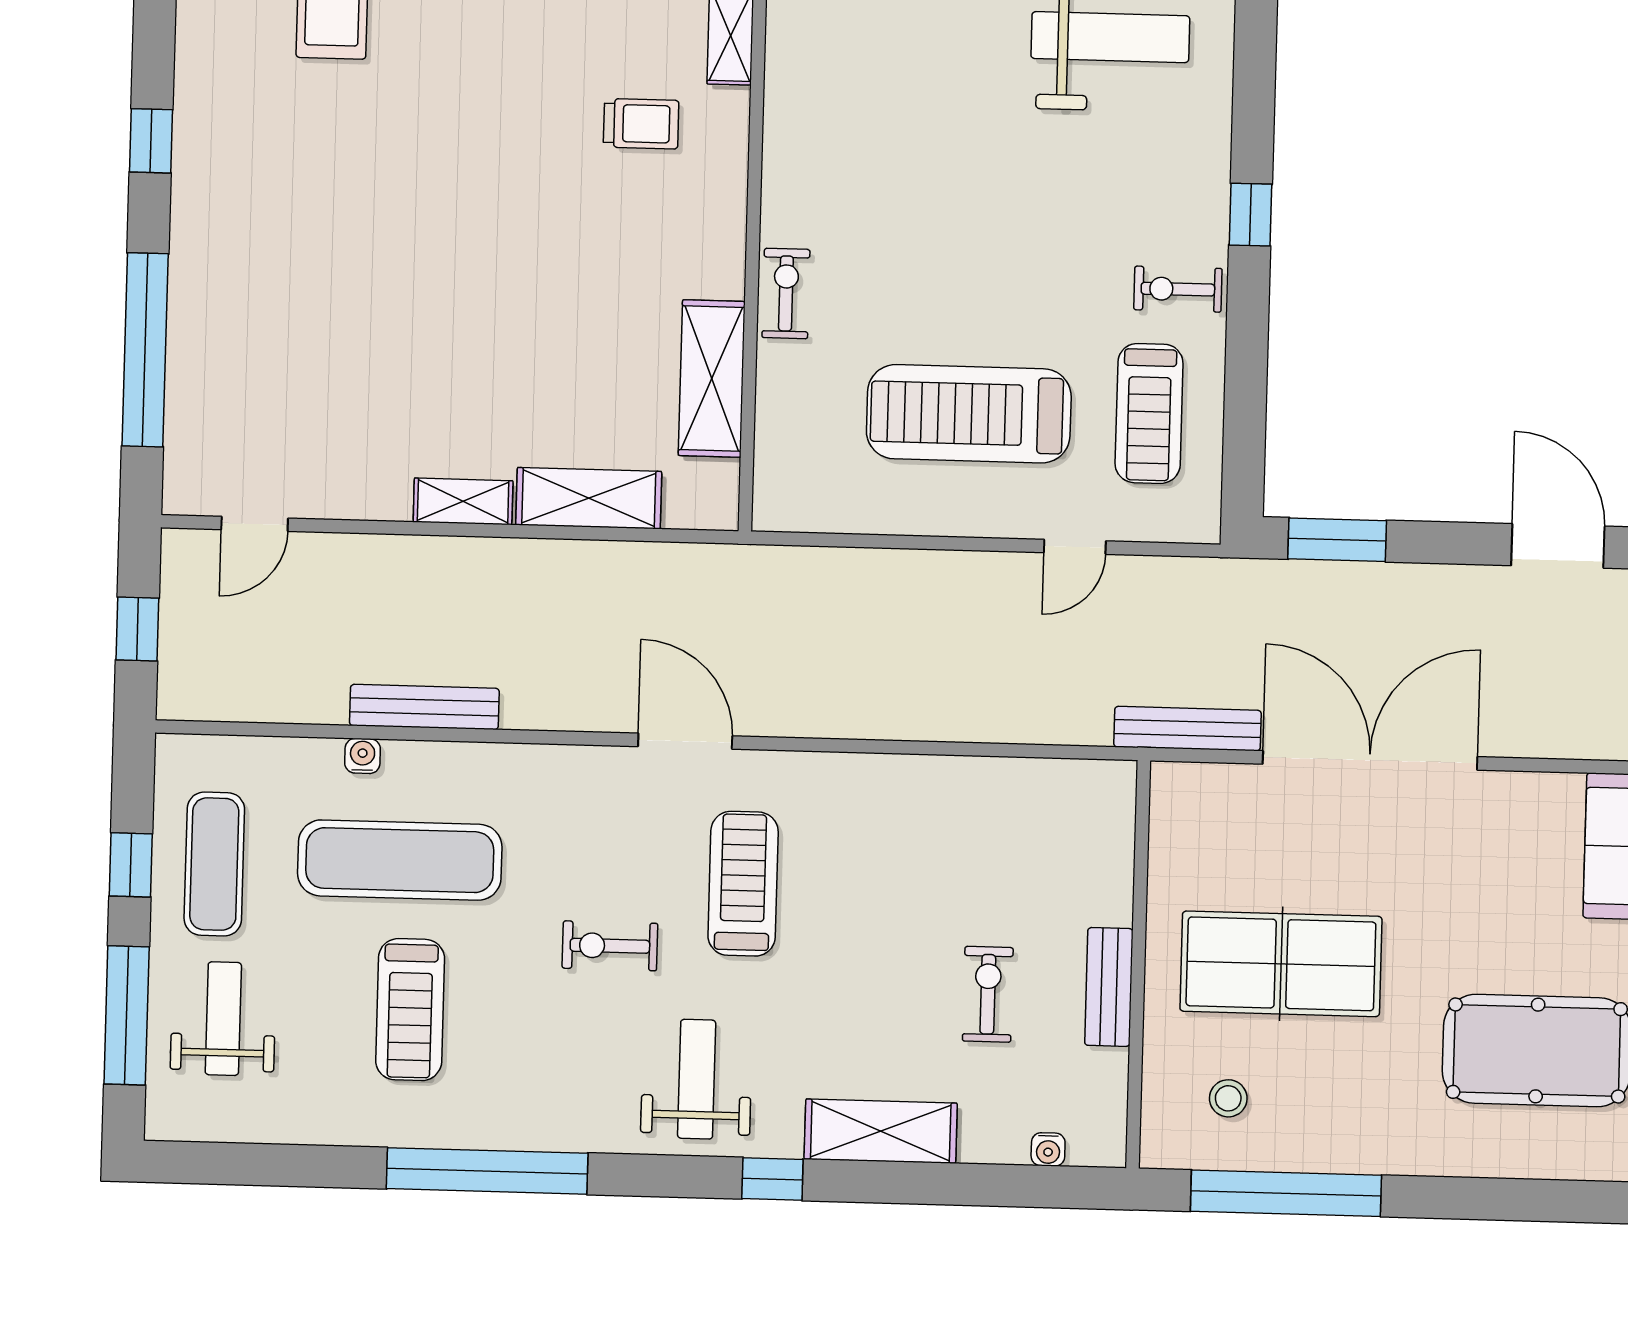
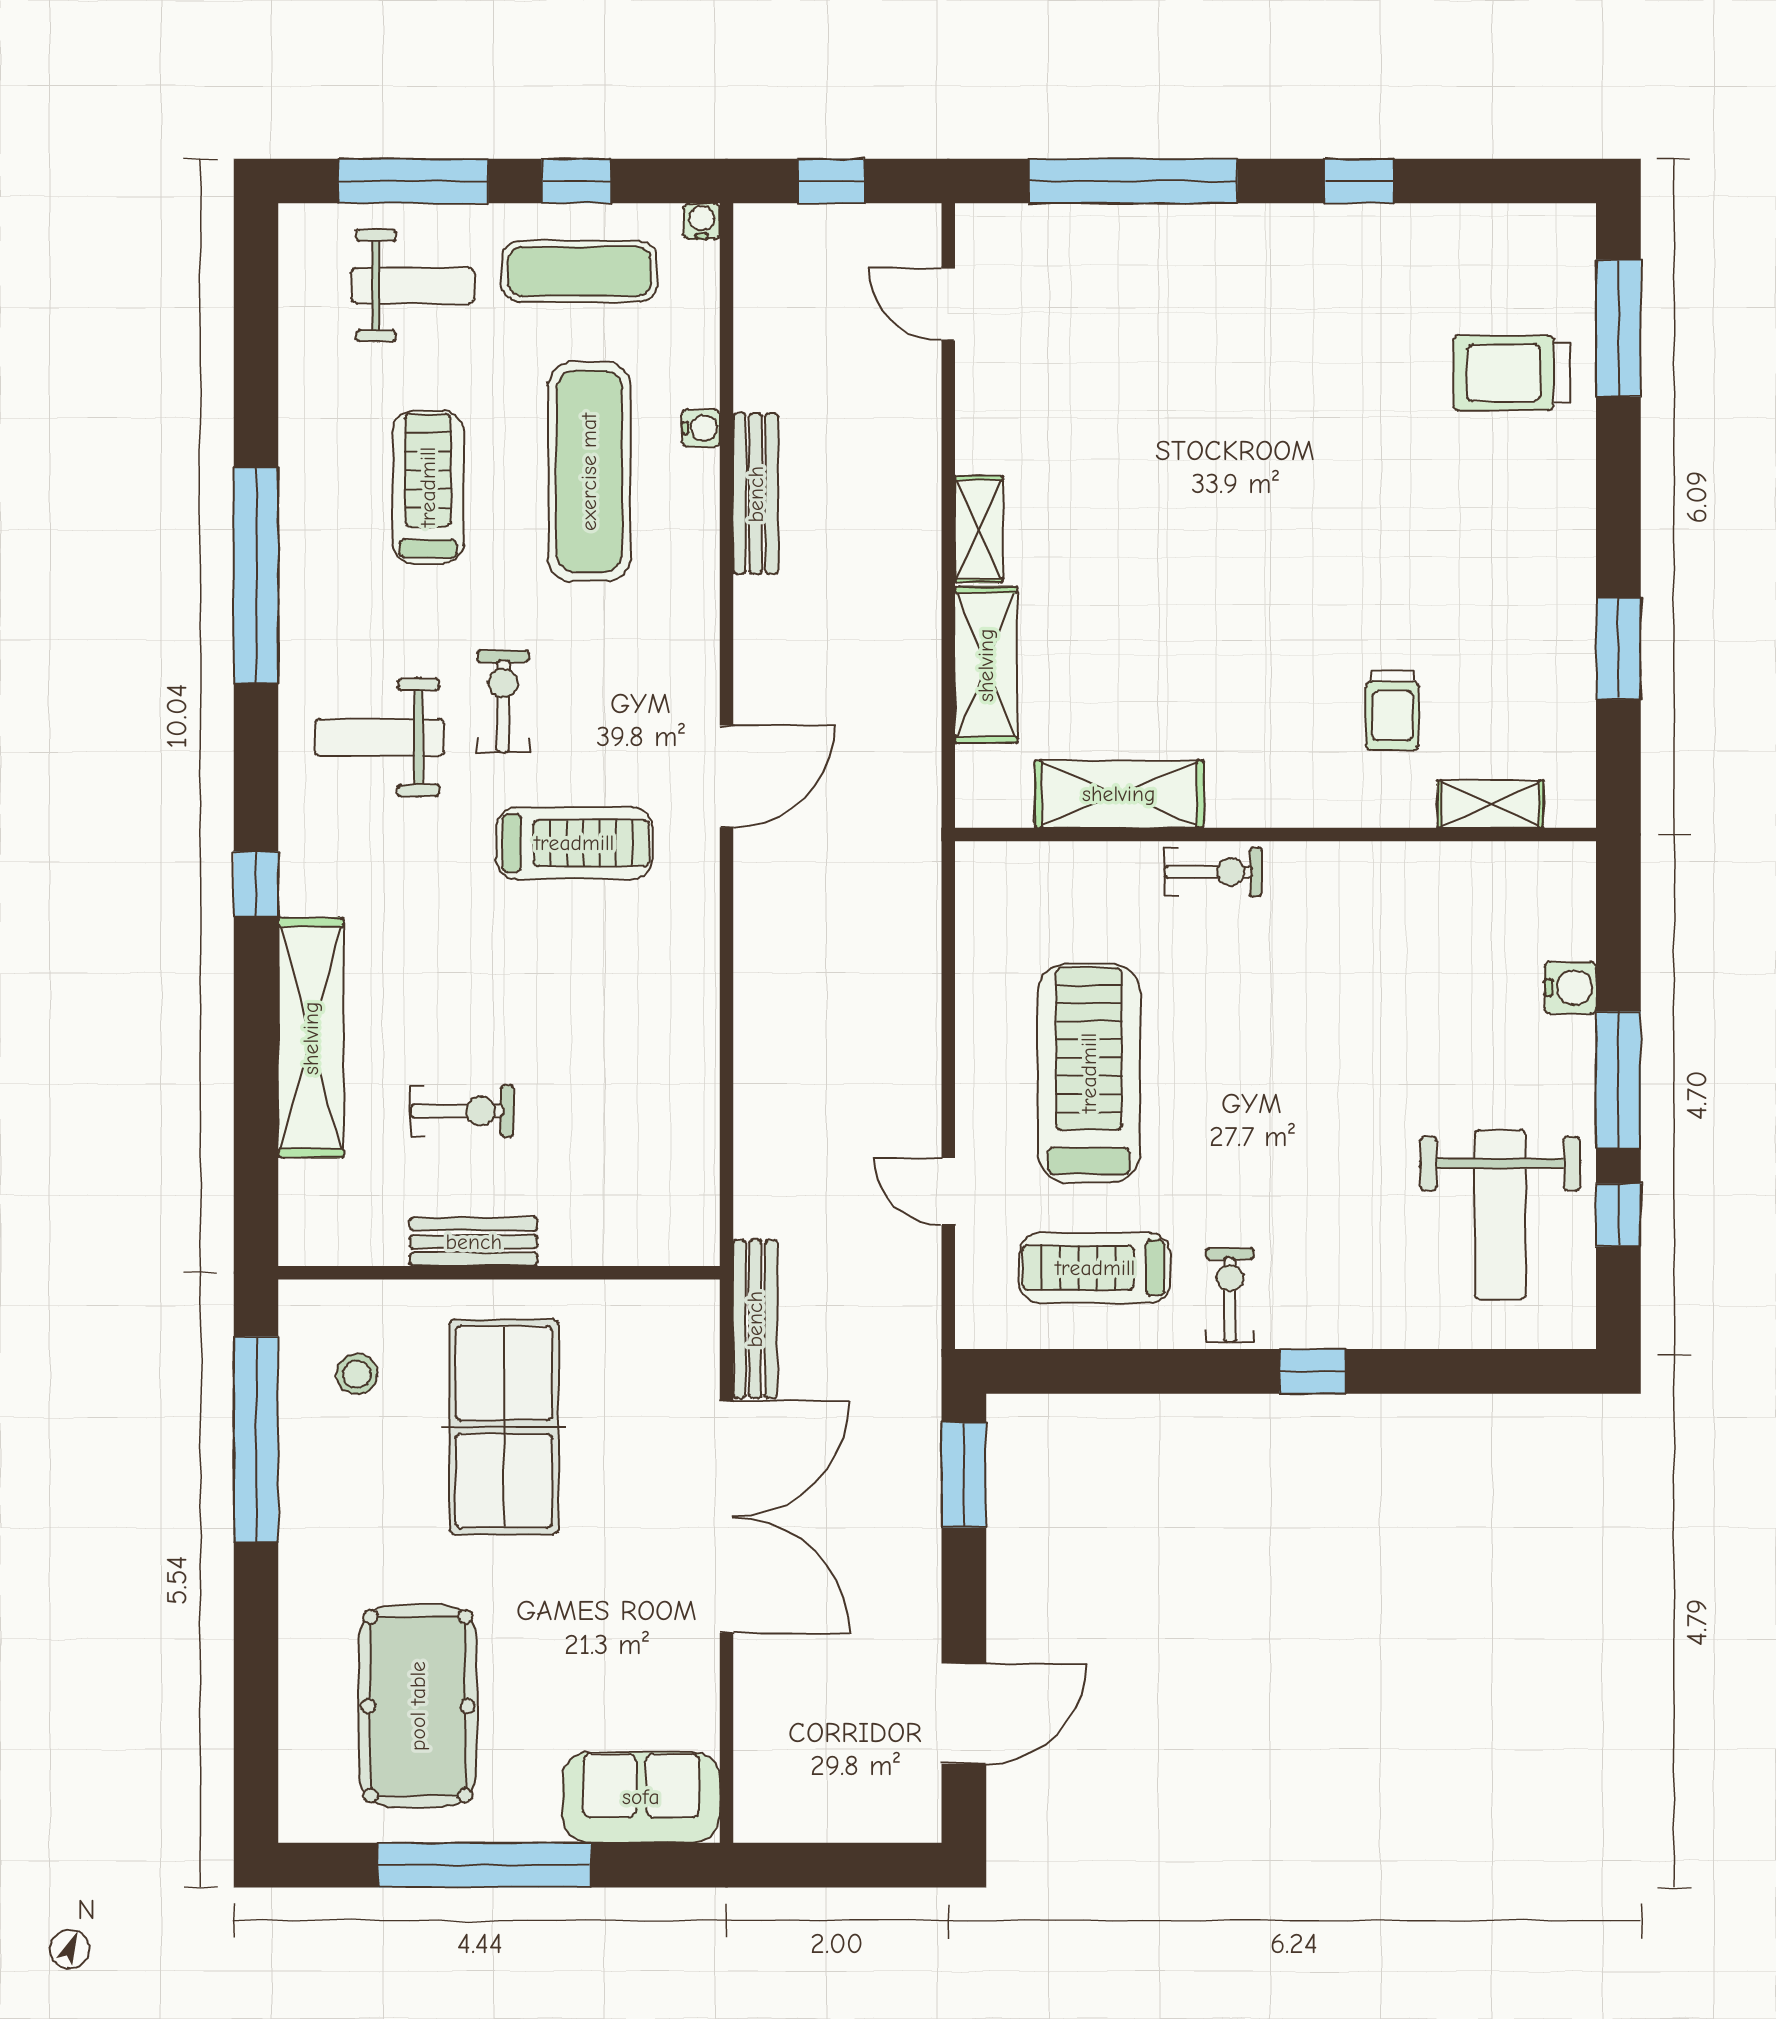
treadmill: (410, 1010) -> (428, 487), turned 90
weight bench: (697, 1079) -> (380, 737), moved, turned 180
shelving: (881, 1131) -> (311, 1038), width x1.47
water cooler: (1048, 1149) -> (702, 221), moved, turned 90

